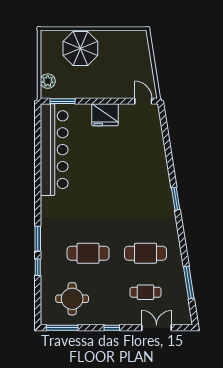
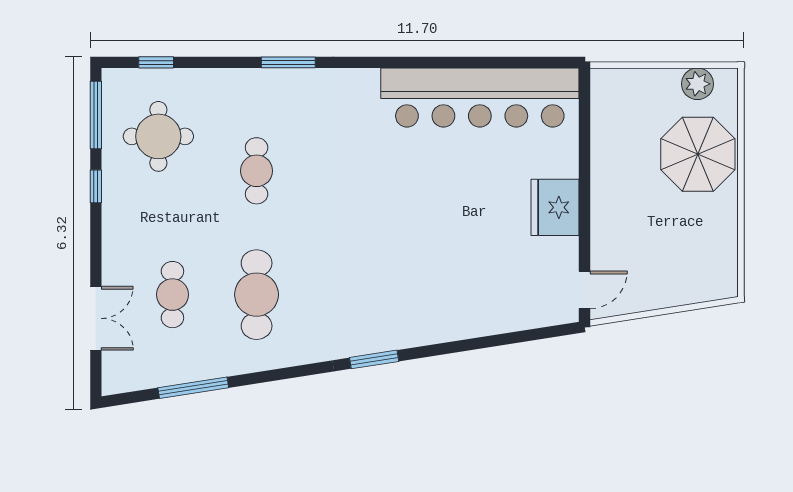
plant: (48, 81) -> (697, 84), moved
window: (62, 101) -> (584, 116), removed
cafe table: (88, 253) -> (257, 171), width x0.73, depth x0.74
window: (38, 267) -> (156, 62), moved
window: (112, 328) -> (96, 186), moved

